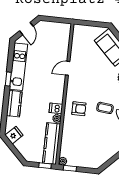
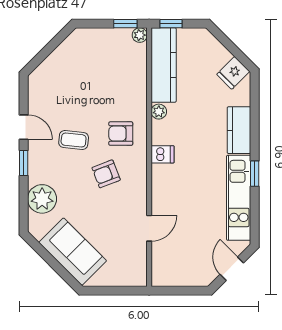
door: (68, 68) -> (149, 228), moved
armchair: (89, 88) -> (106, 174), added
dishwasher: (56, 108) -> (163, 154), moved

